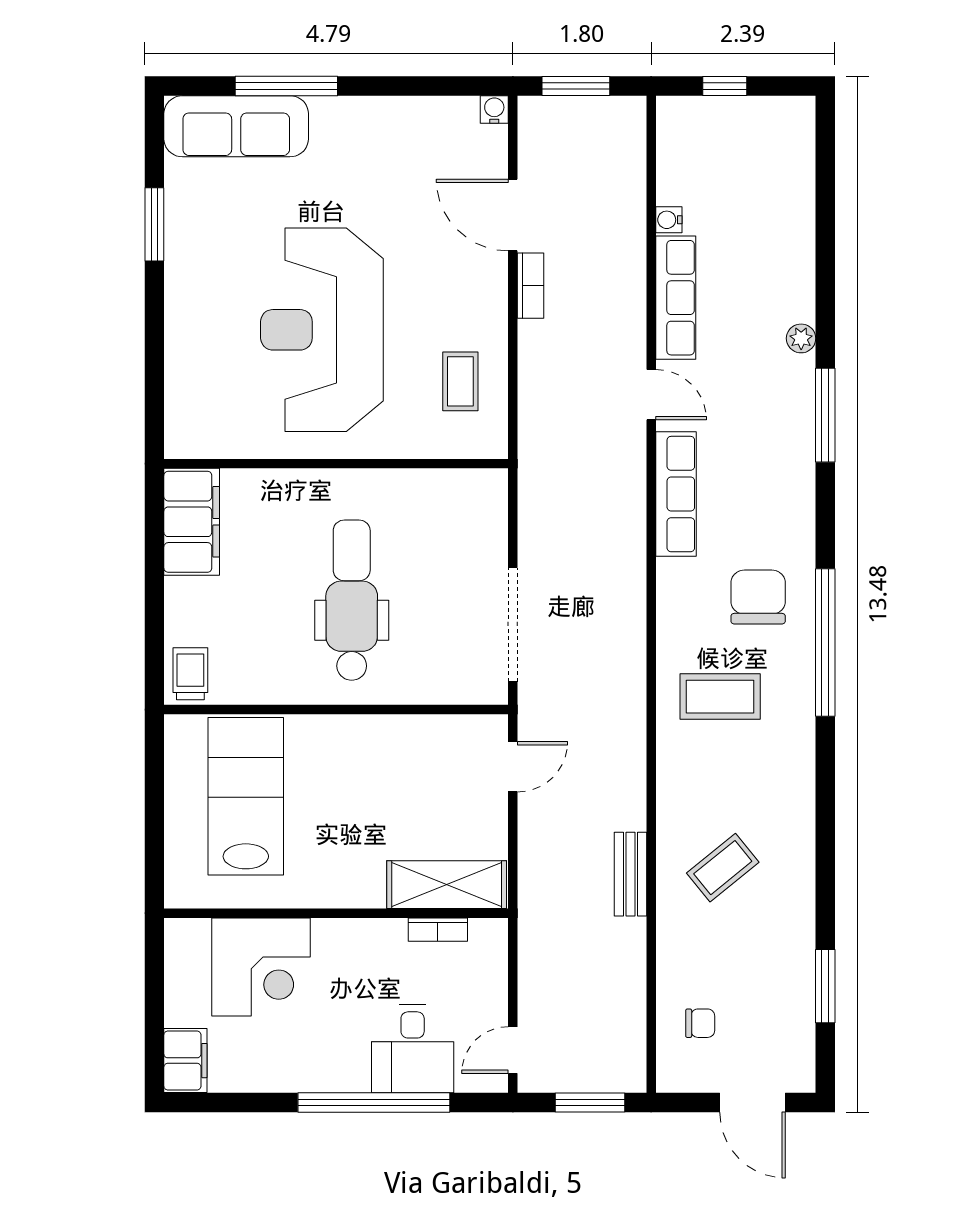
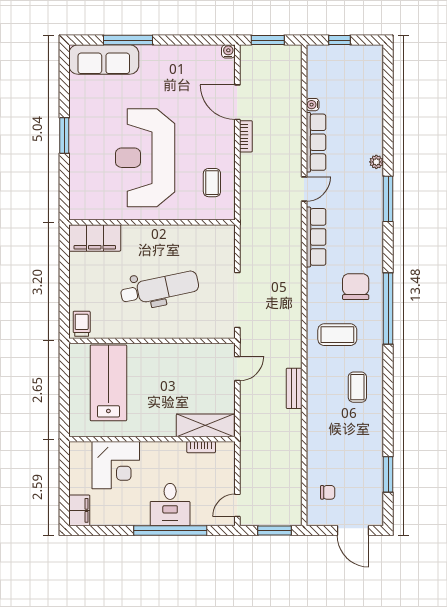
window: (154, 224) -> (64, 135), moved
door: (651, 395) -> (304, 189), hinge flipped
filing cabinet: (192, 522) -> (95, 238), moved, turned 90
dental chair: (352, 600) -> (160, 288), turned 78
coffee table: (723, 868) -> (357, 387), moved, turned -51
bench: (631, 874) -> (294, 388), moved
desk: (413, 1049) -> (170, 505), moved

